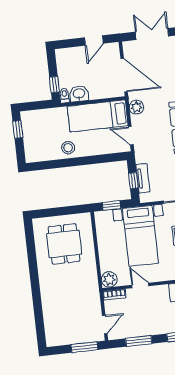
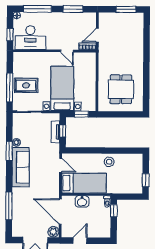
washbasin: (79, 94) -> (82, 201), moved
plant: (136, 107) -> (53, 232), moved
plant: (109, 279) -> (90, 58), removed
door: (105, 325) -> (97, 35), moved
window: (84, 347) -> (126, 9), moved

